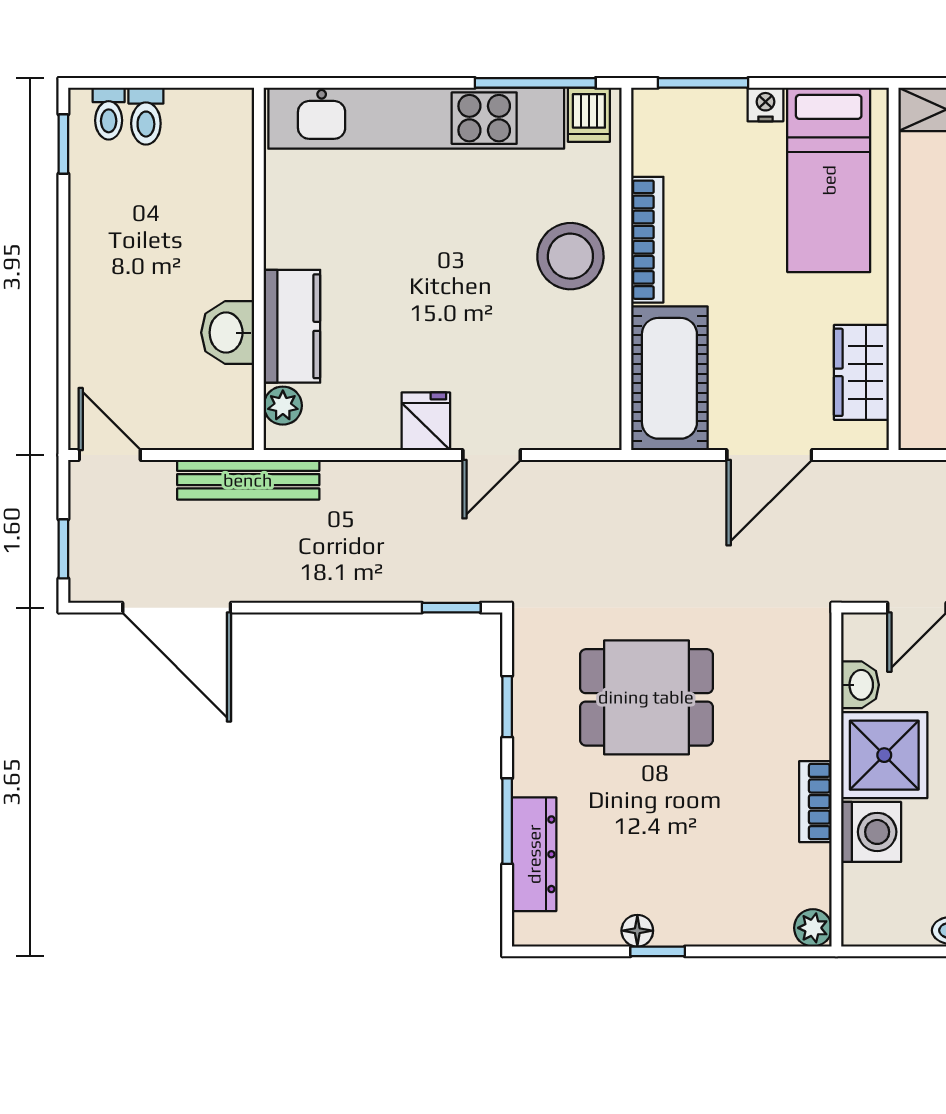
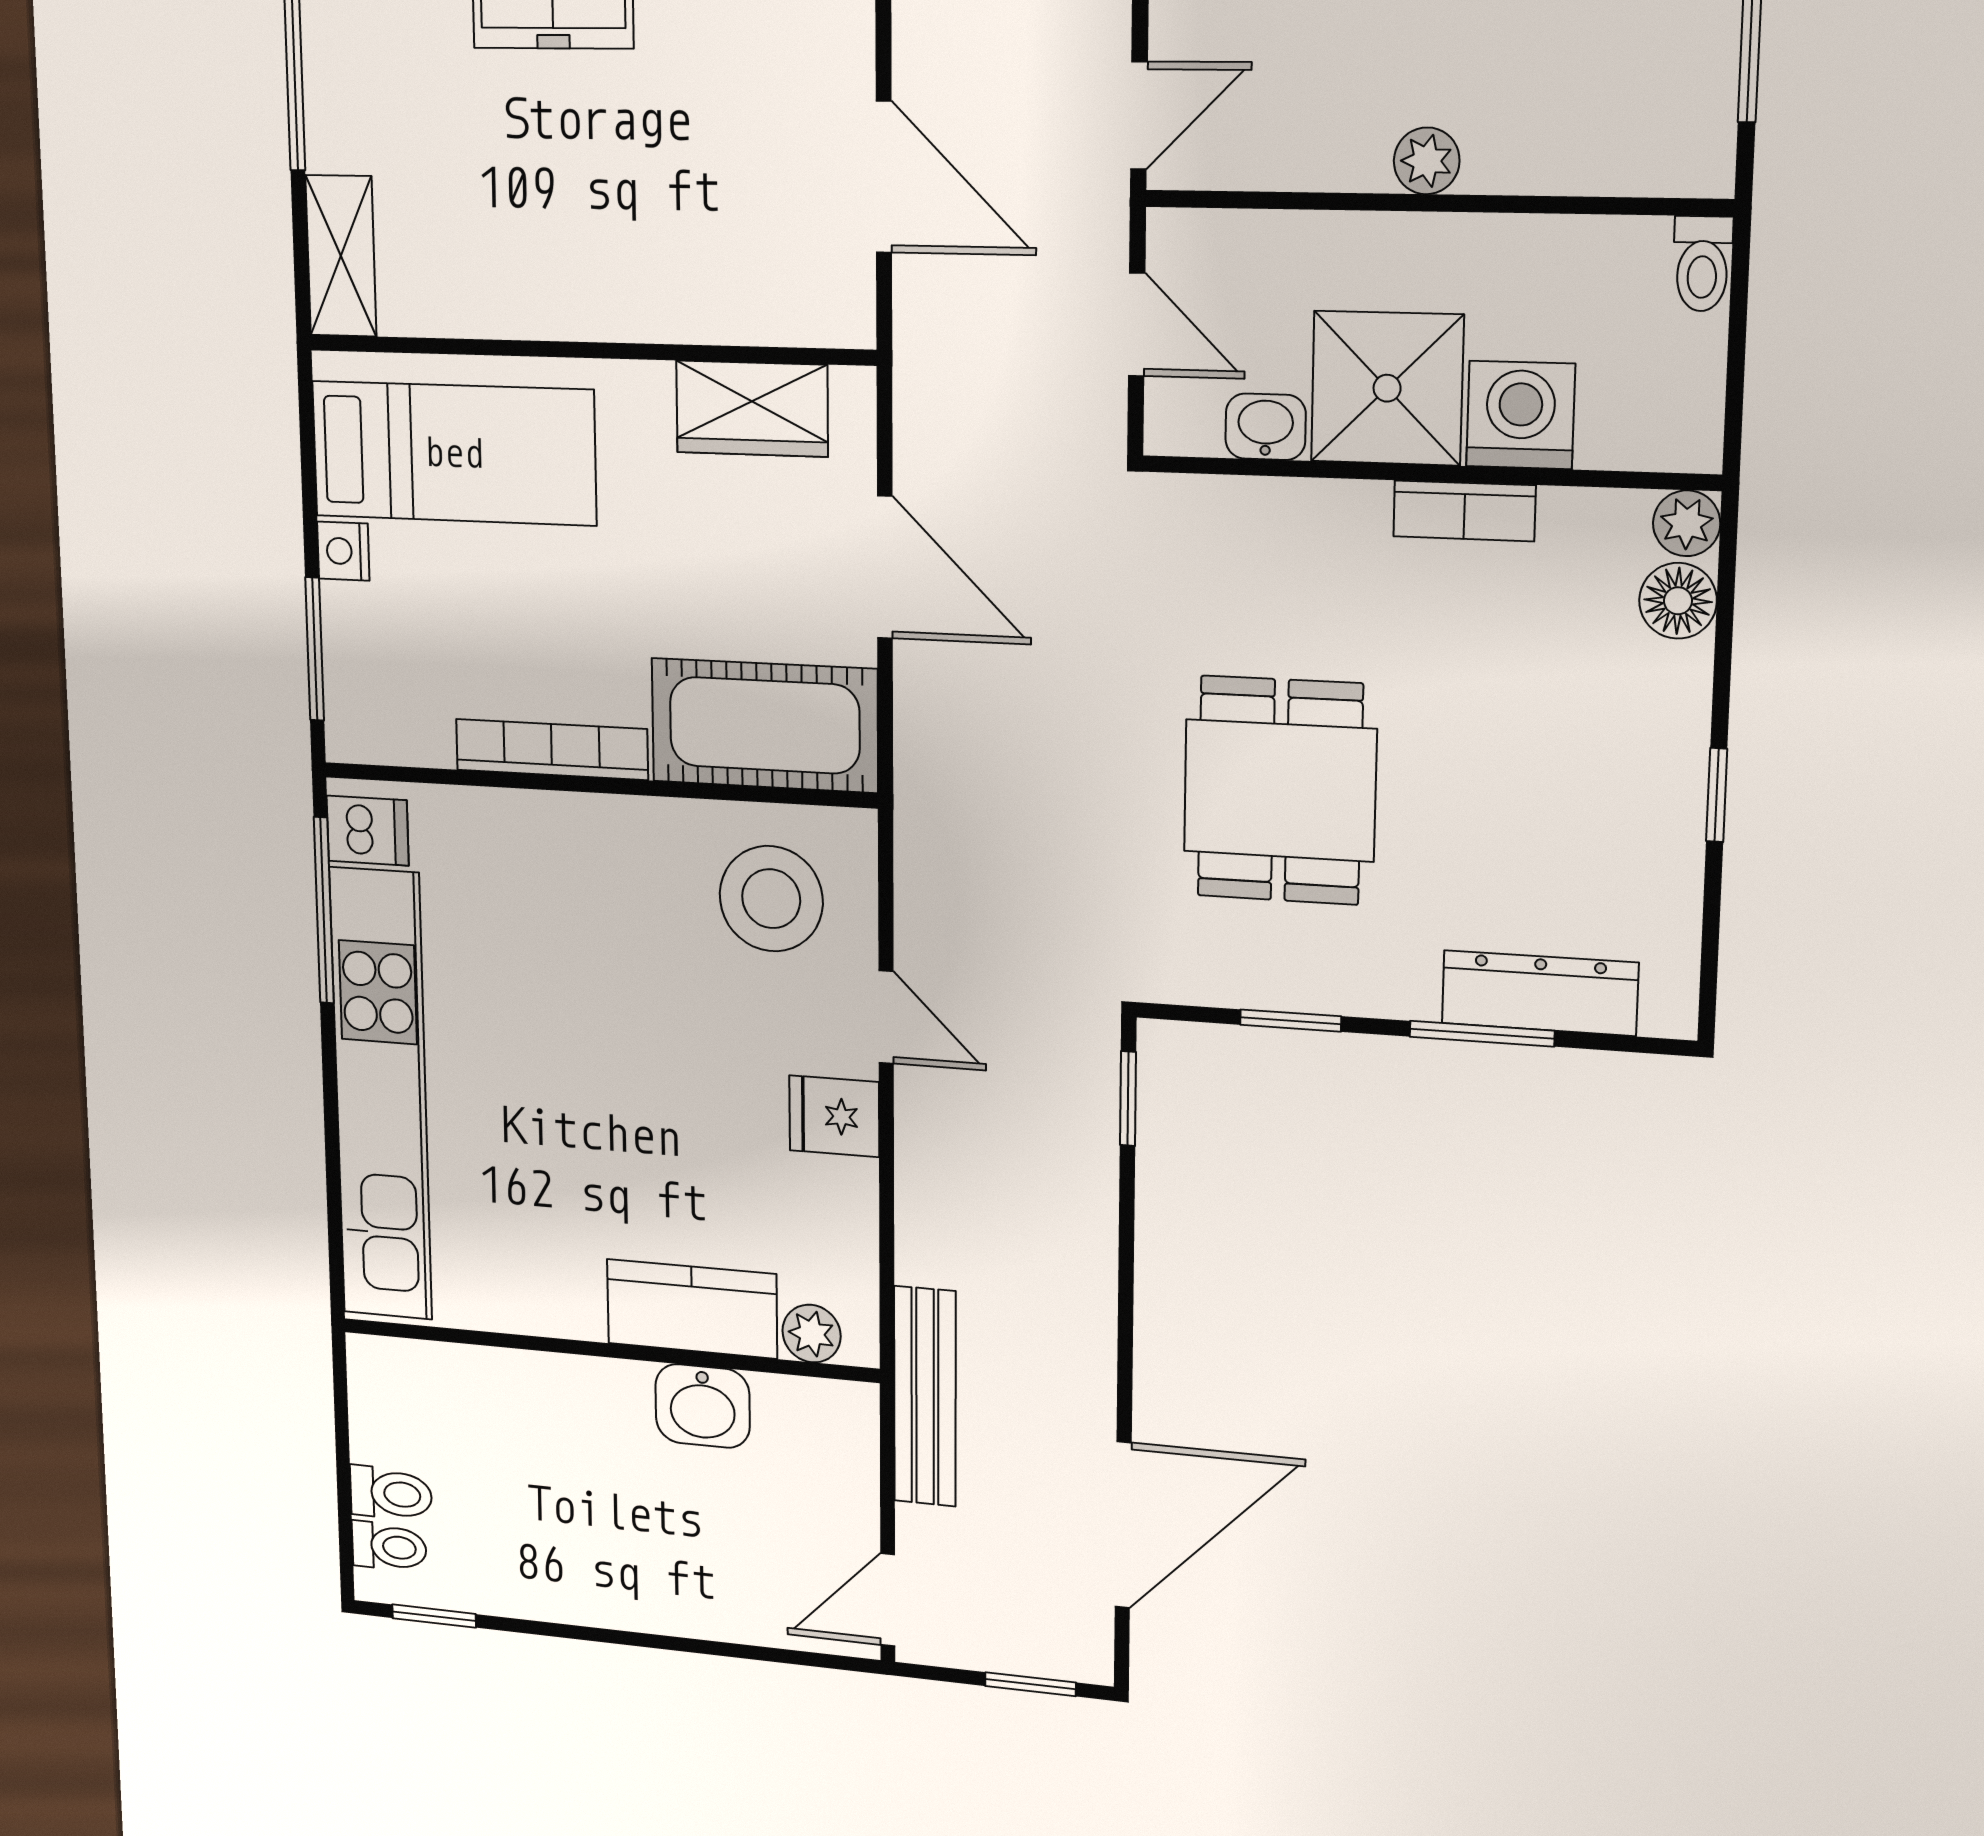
stool: (570, 256) -> (771, 899), moved
floor lamp: (637, 931) -> (1678, 601), moved, width x1.37, depth x1.37

